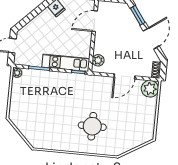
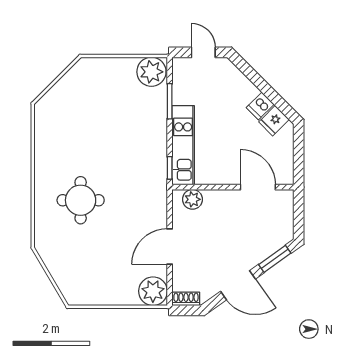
dishwasher: (47, 15) -> (260, 106), added
plant: (17, 73) -> (151, 72), width x1.87, depth x1.87
door: (125, 76) -> (170, 246), hinge flipped

